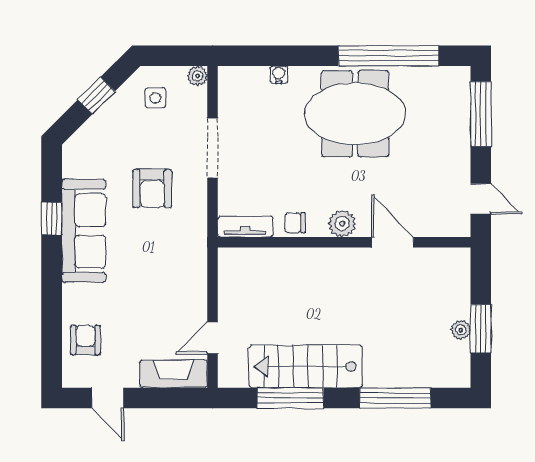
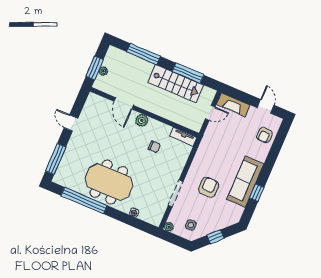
plant: (342, 224) -> (142, 120), moved
tv unit: (245, 227) -> (183, 137), moved
wall: (344, 242) -> (144, 112), moved
door: (393, 242) -> (124, 103), moved

